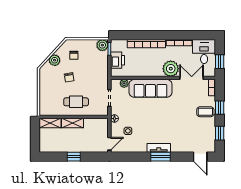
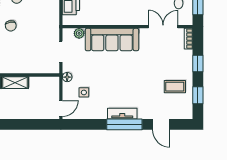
plant: (171, 69) -> (137, 15), removed
cafe table: (76, 102) -> (19, 56), removed
coffee table: (205, 112) -> (175, 87), moved
window: (74, 157) -> (17, 124), removed
window: (160, 157) -> (124, 124), width x1.44
door: (200, 157) -> (161, 124), moved

